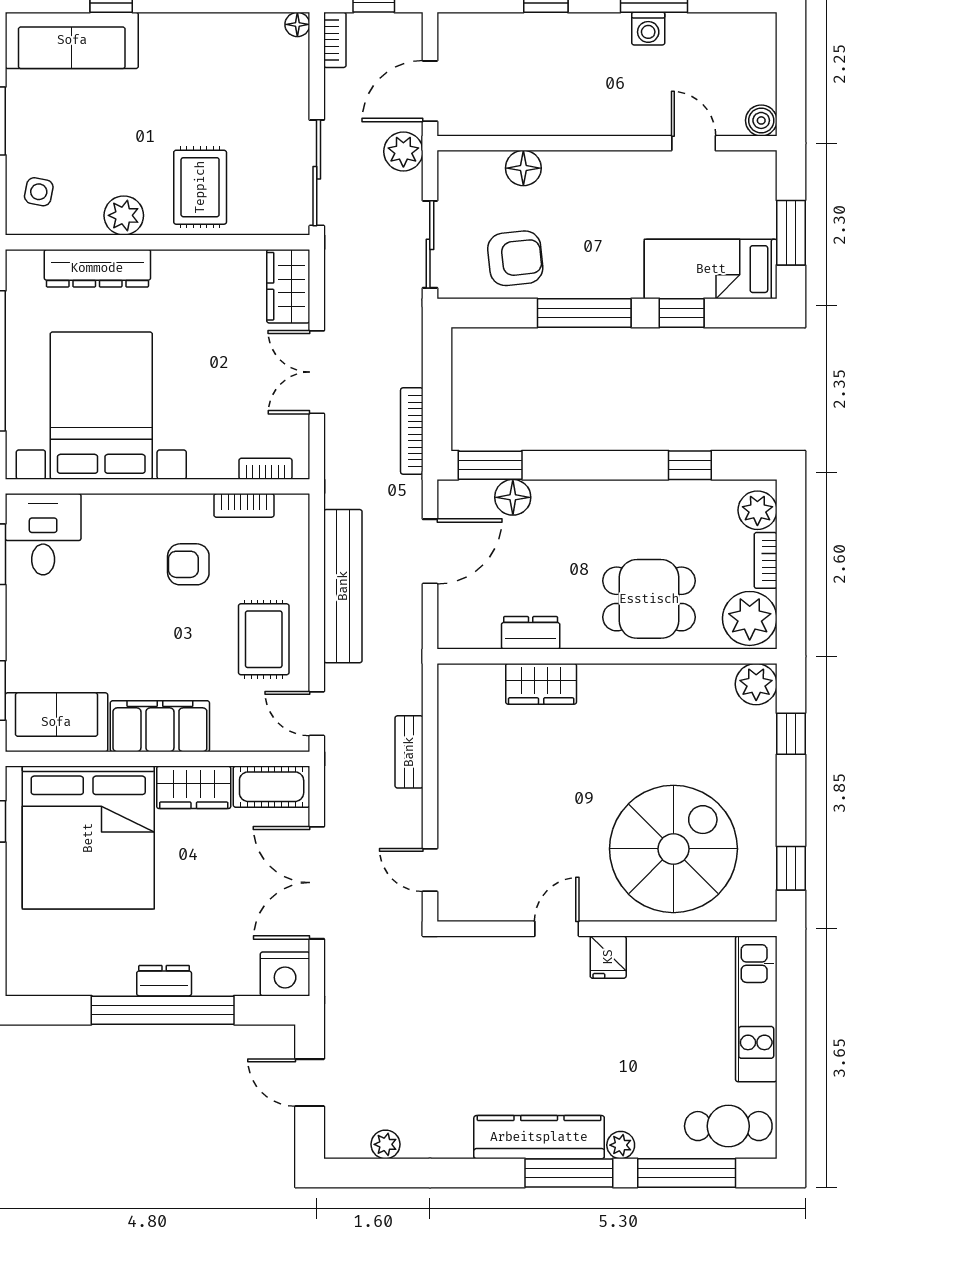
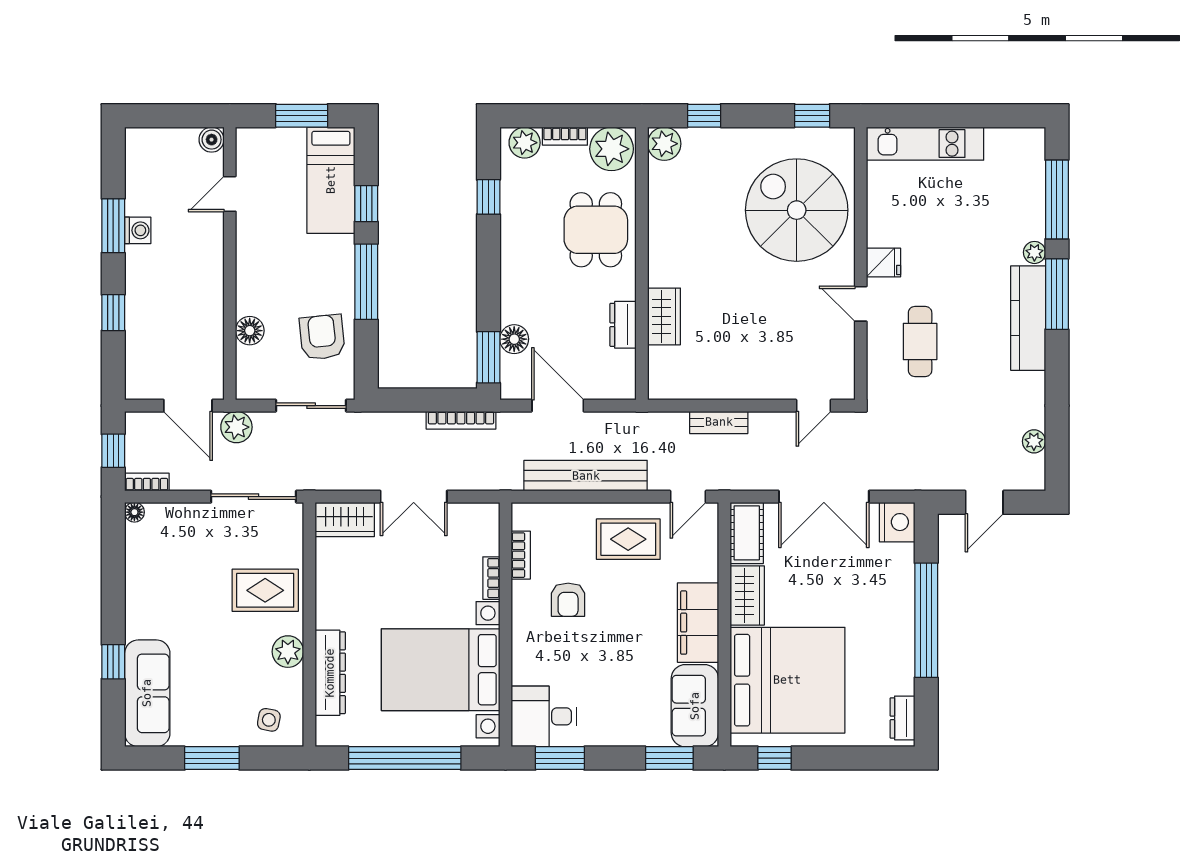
bookcase: (265, 469) -> (491, 578), moved
dresser: (164, 981) -> (902, 718), moved
cafe table: (728, 1126) -> (920, 341), moved

